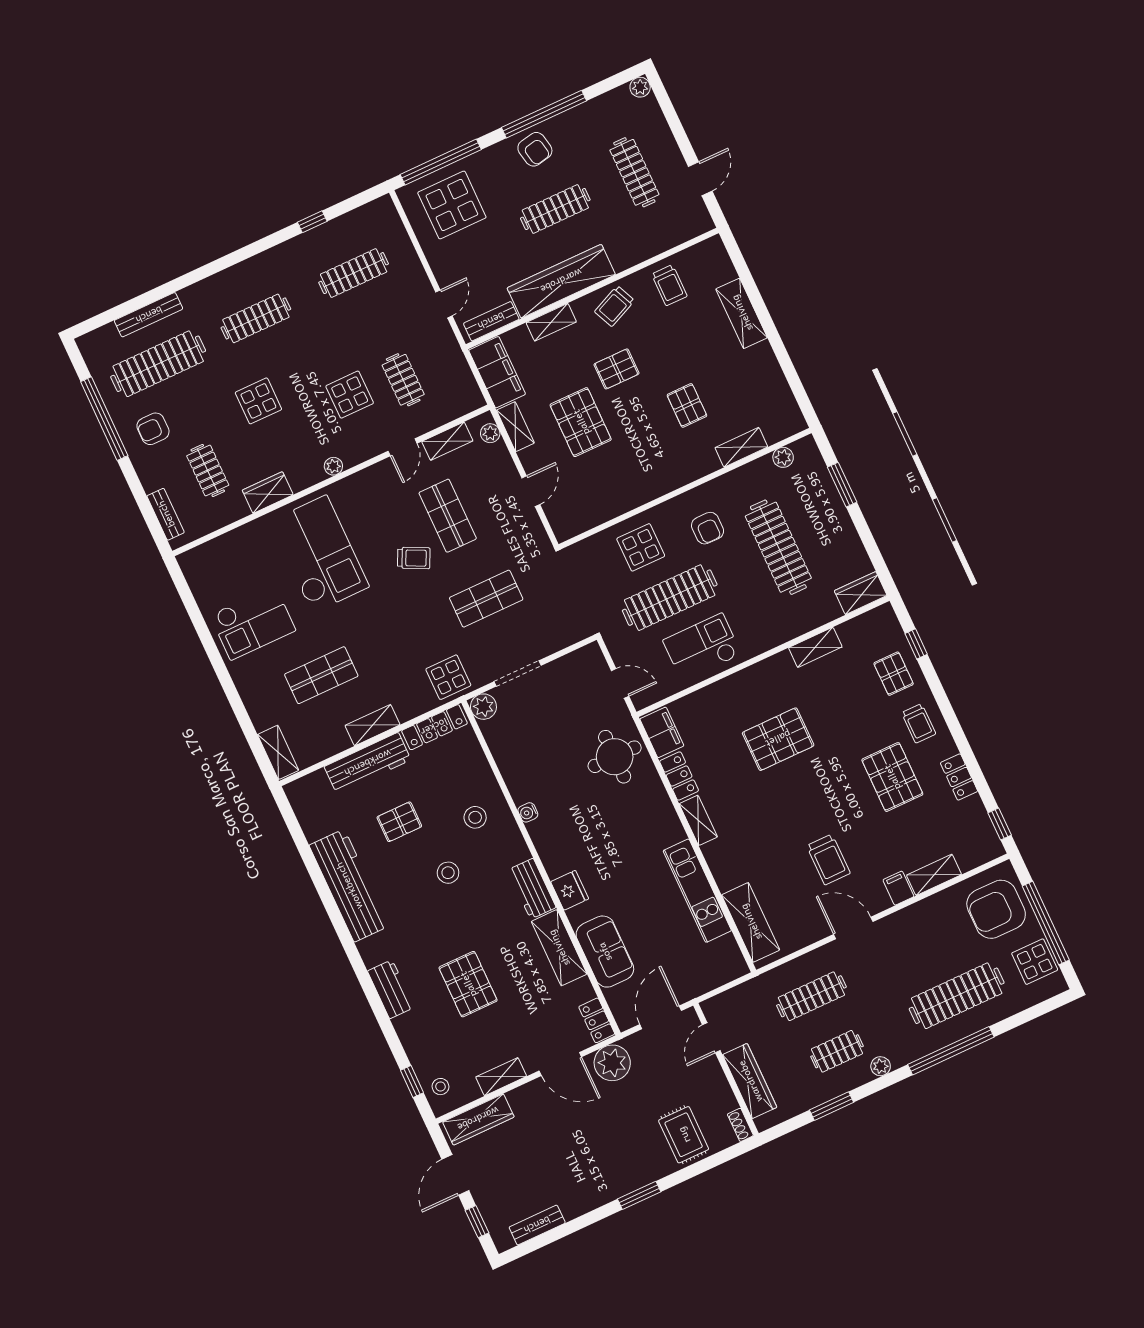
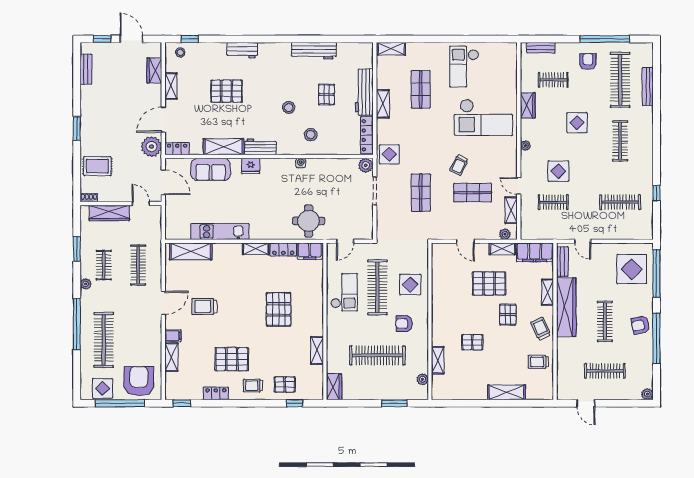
clothes rail: (354, 273) -> (620, 202), turned 90
workbench: (349, 886) -> (314, 51), width x0.73, depth x0.76
wardrobe: (478, 1119) -> (154, 70), width x0.67

